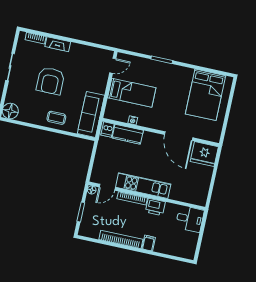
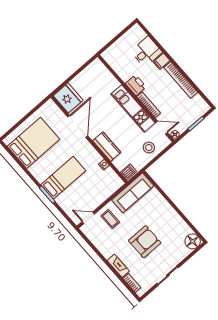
bed: (132, 93) -> (63, 178), moved, turned 90
coffee table: (56, 118) -> (110, 219), moved
kitchen counter: (128, 134) -> (107, 147), moved
stool: (106, 163) -> (149, 148), added
desk: (190, 219) -> (146, 52), moved, turned 90

